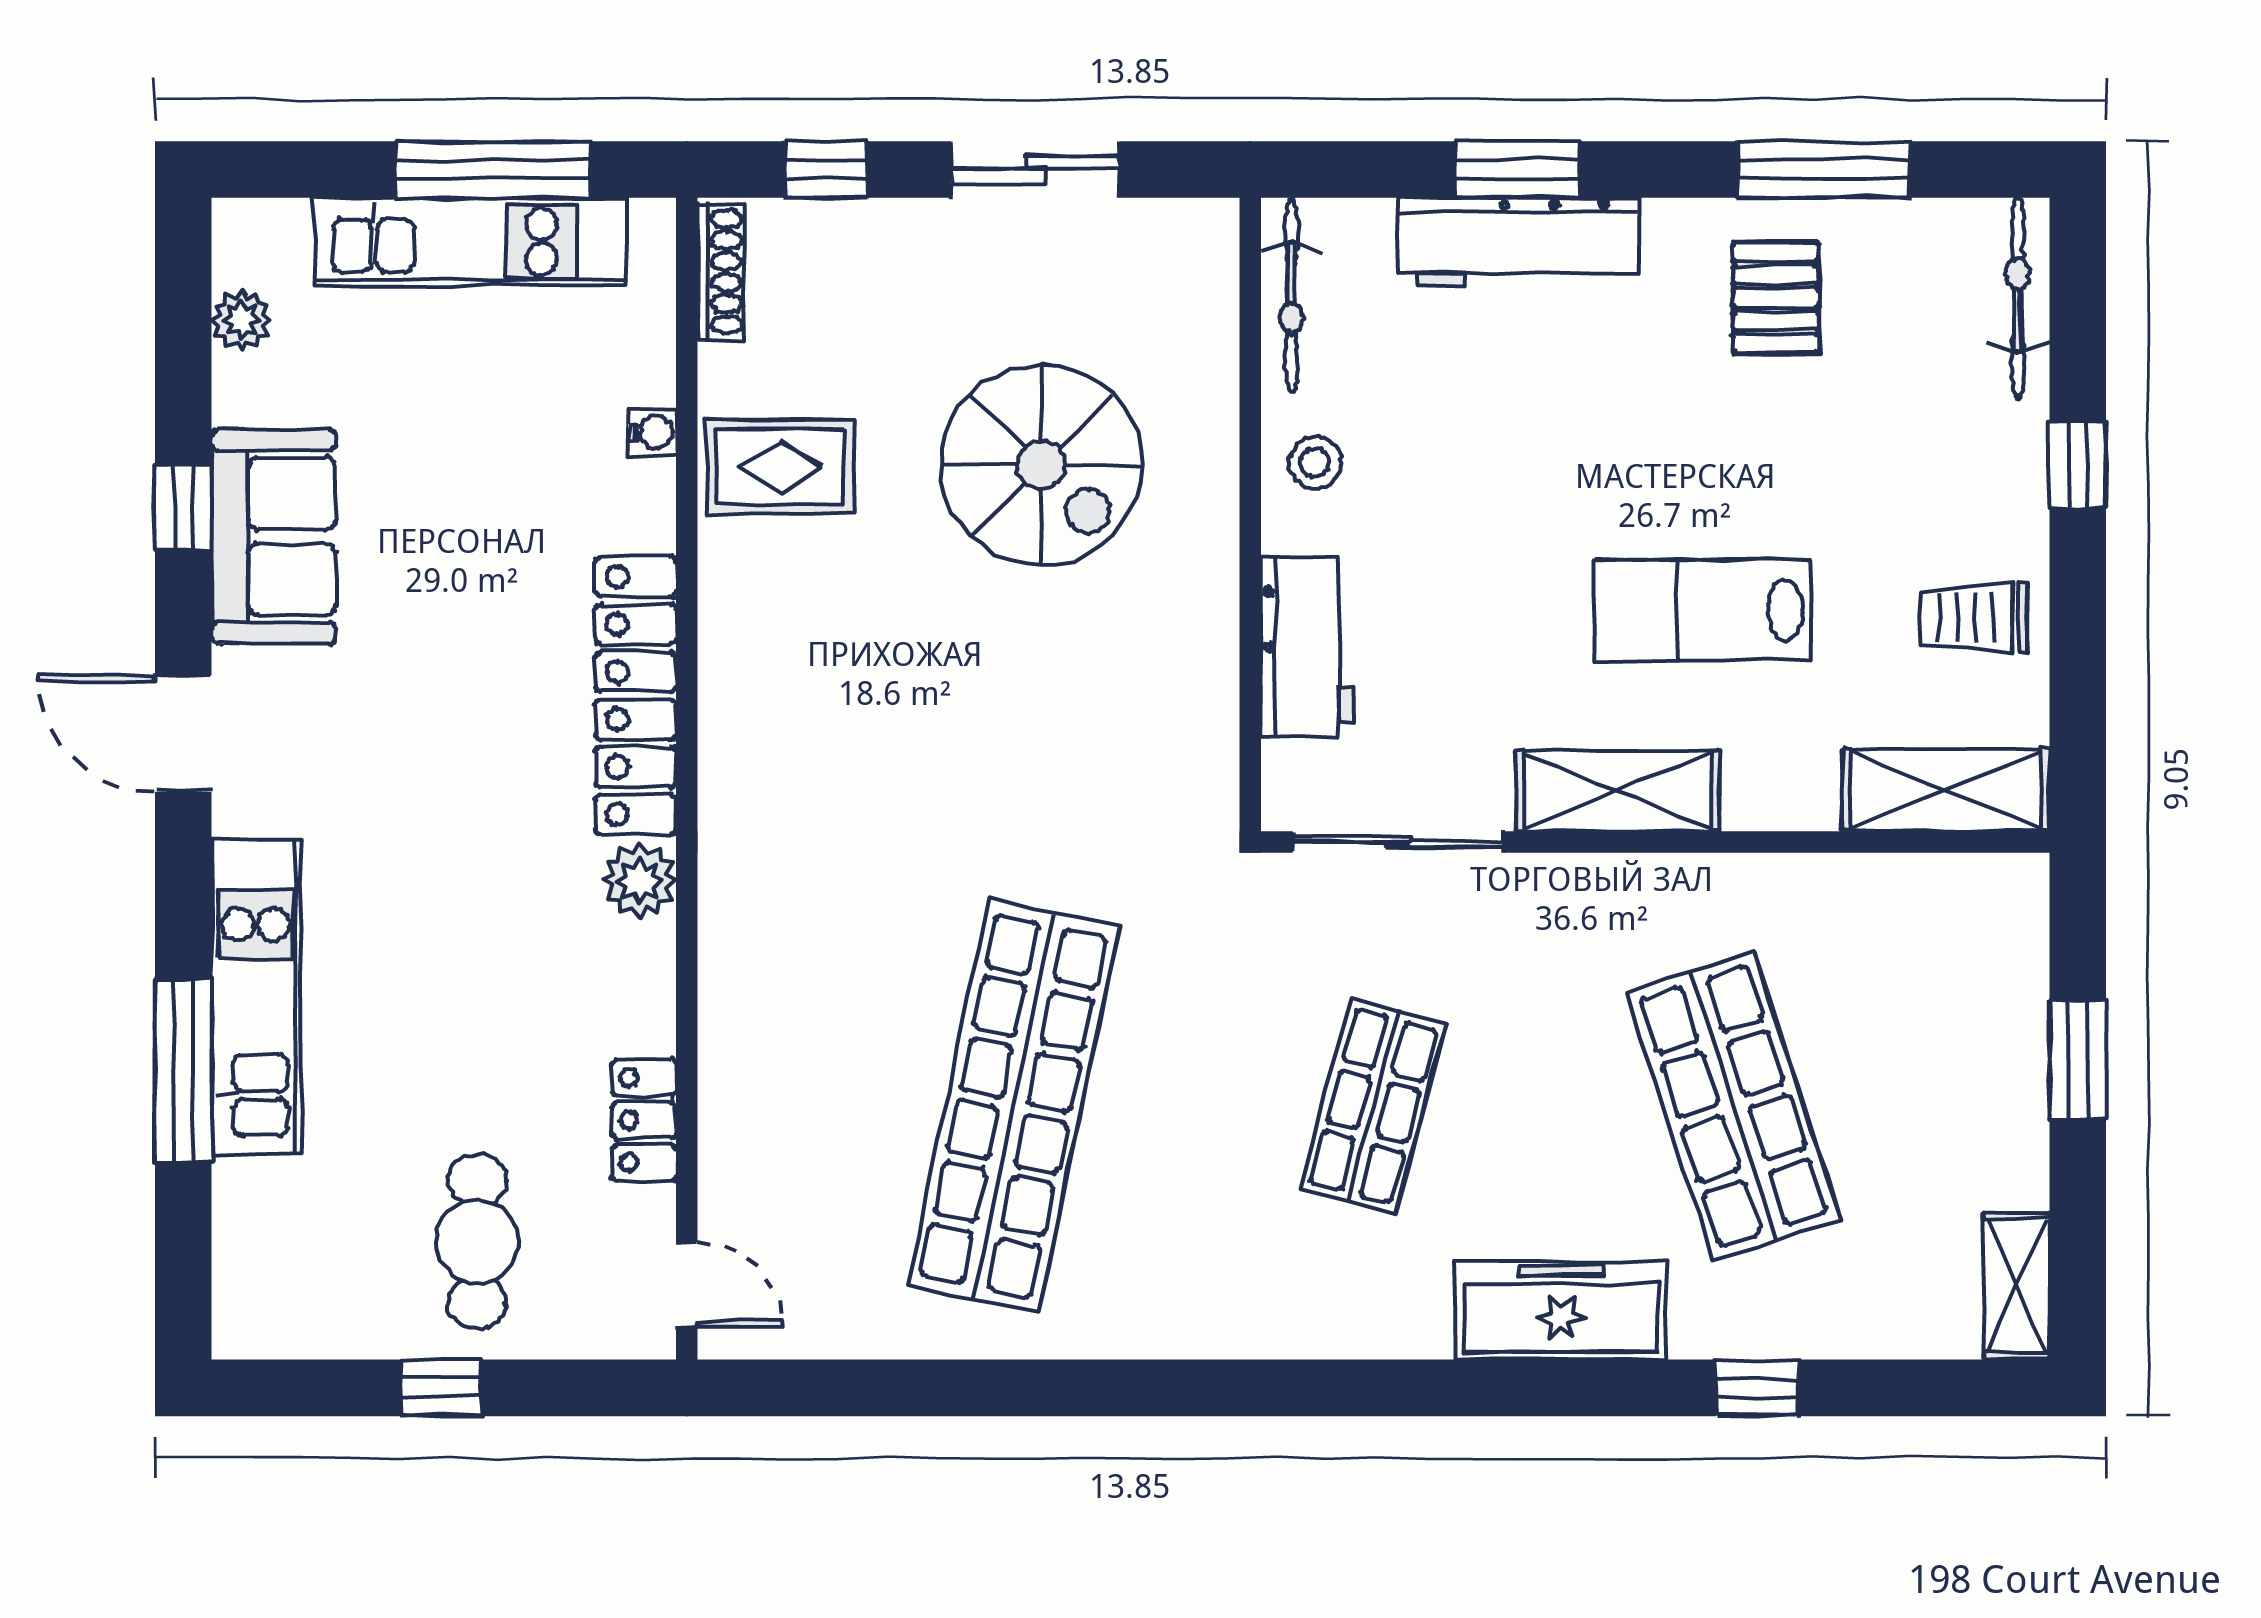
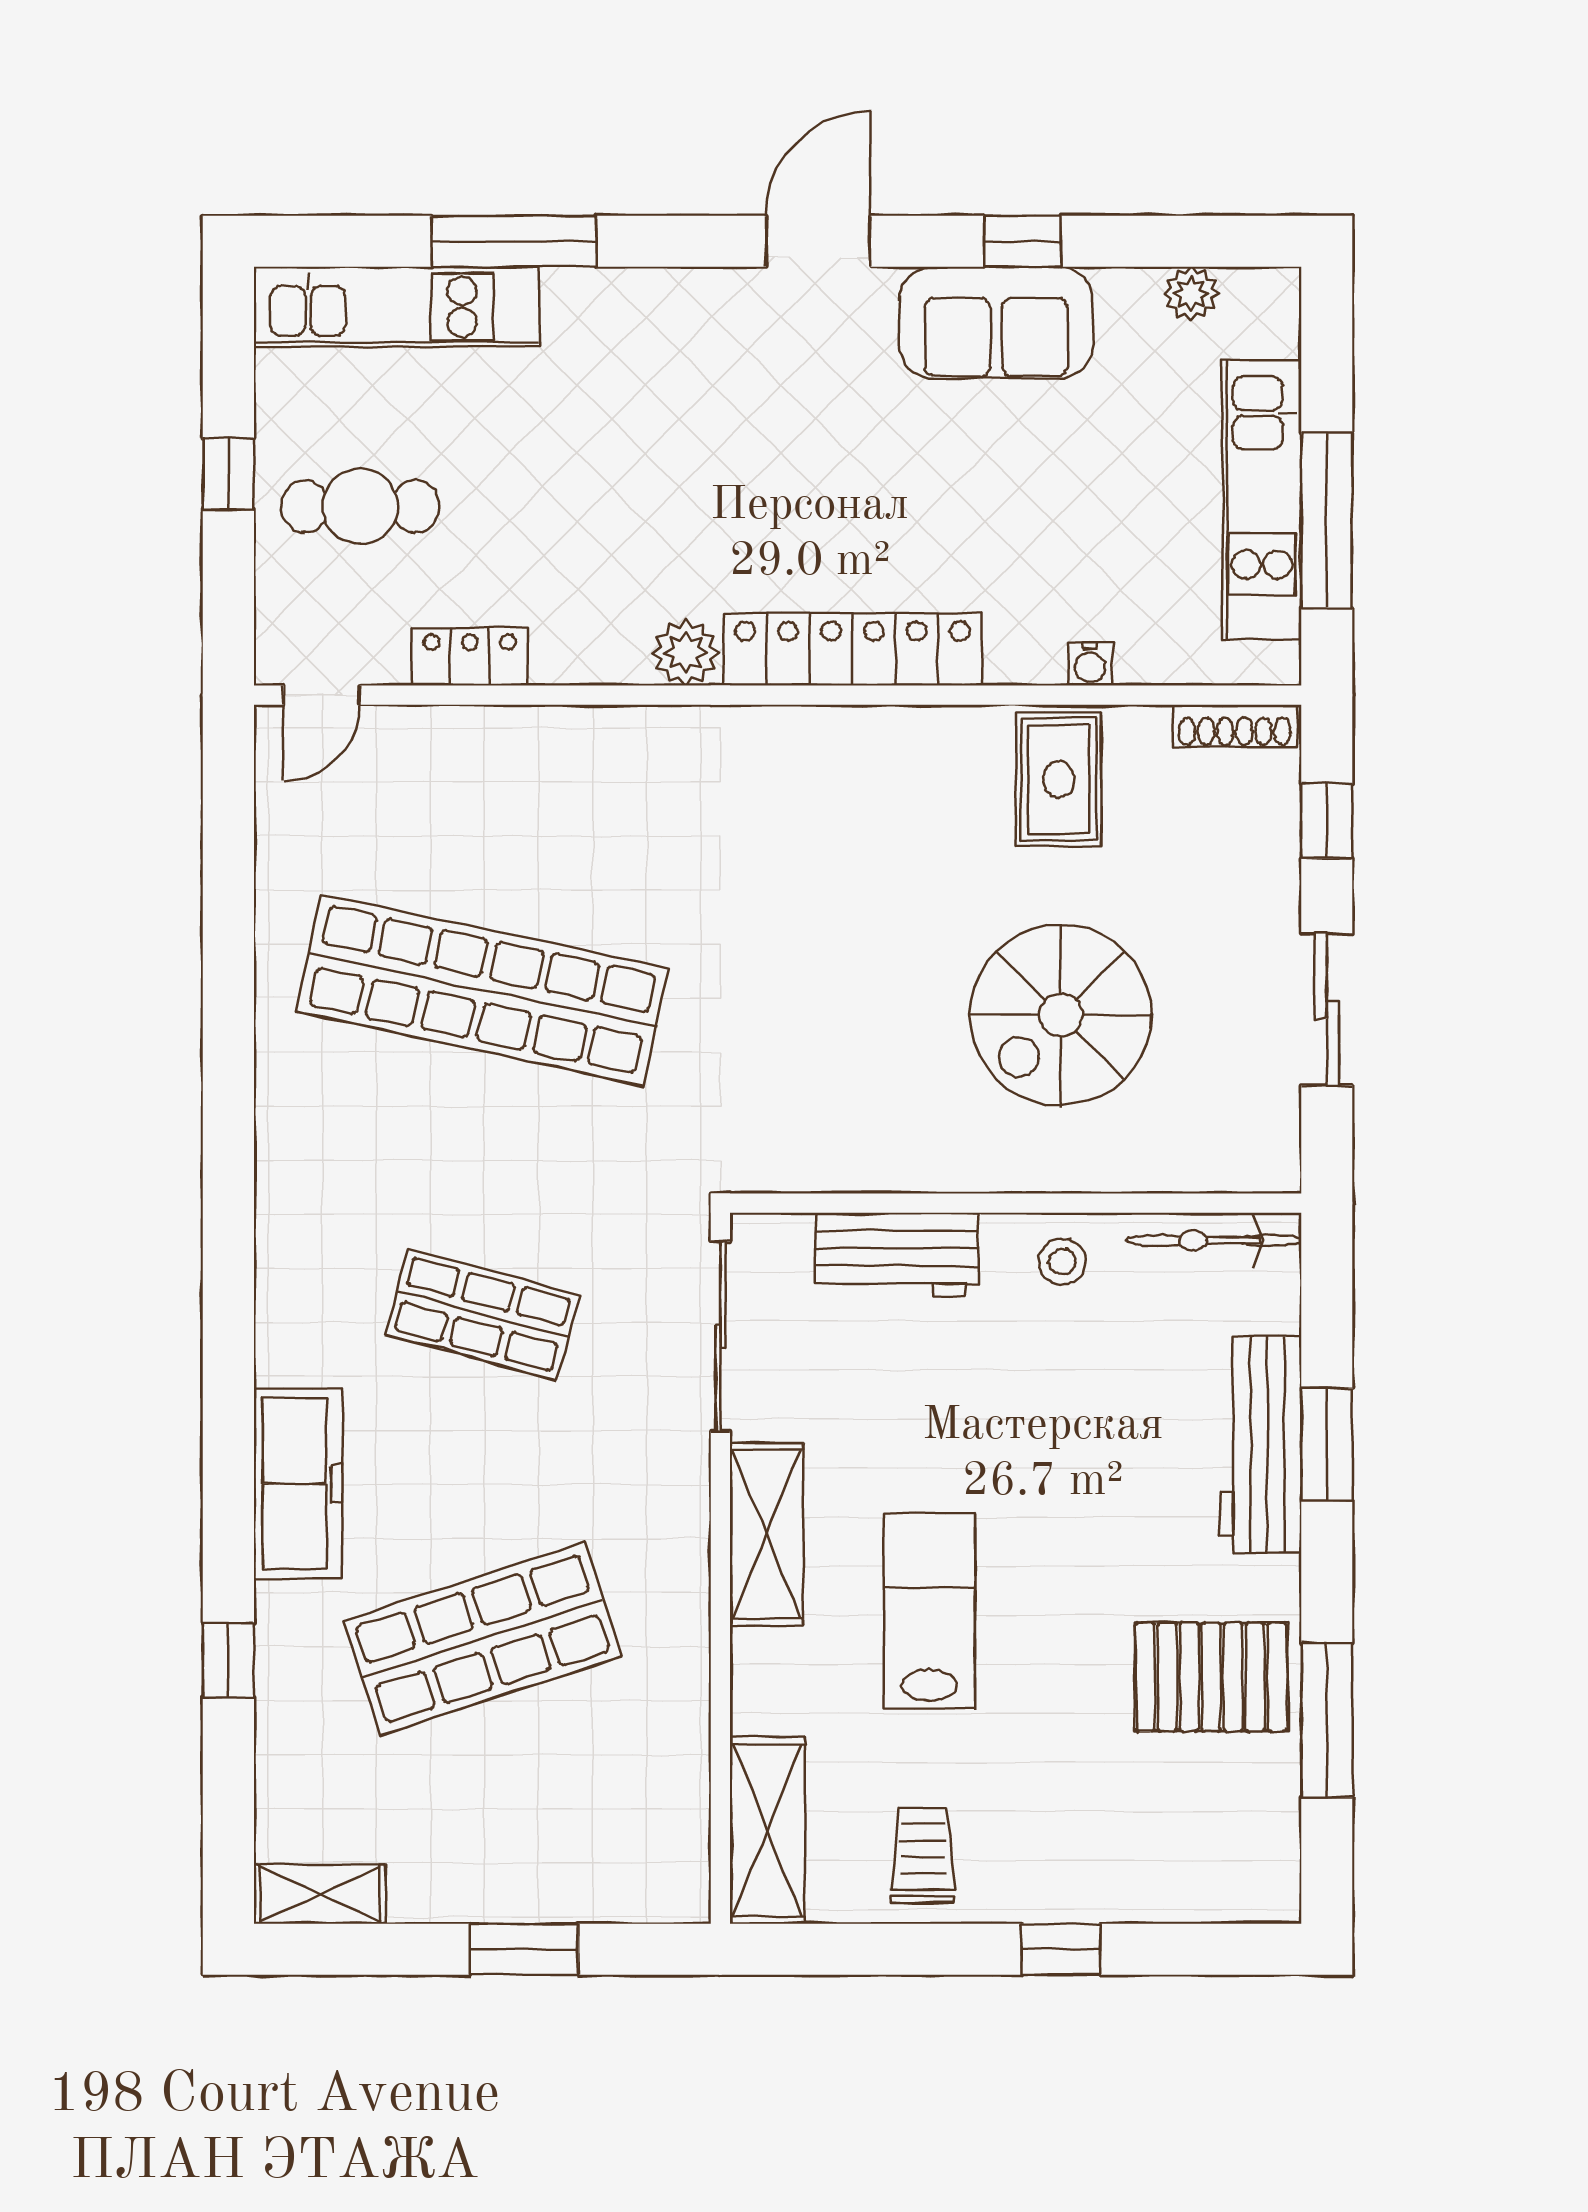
pallet: (1776, 298) -> (1211, 1677), width x1.50, depth x1.42
bicycle: (2018, 298) -> (1211, 1895), removed
kitchen unit: (256, 997) -> (396, 307), moved

